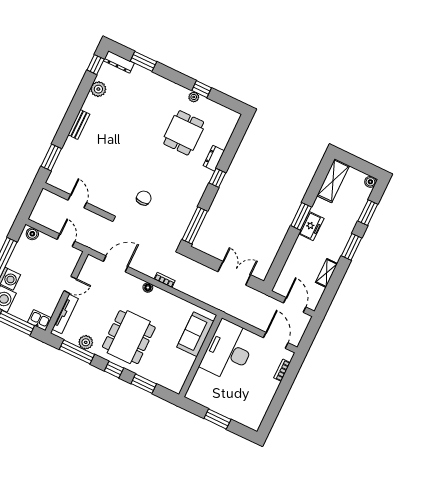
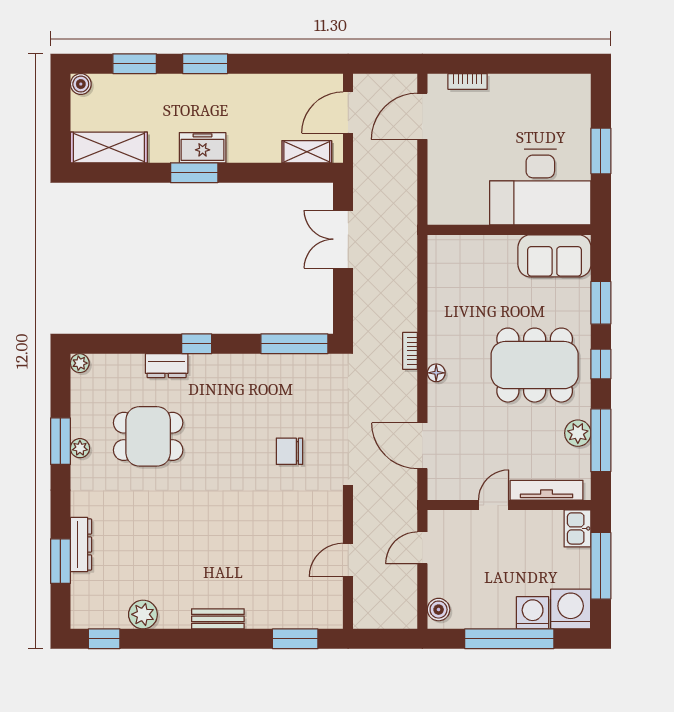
dresser: (119, 62) -> (81, 545), moved
window: (202, 89) -> (60, 441), width x1.50
plant: (235, 117) -> (80, 363), added
shelving: (327, 273) -> (307, 152), moved
door: (70, 285) -> (494, 505), hinge flipped
sofa: (195, 334) -> (554, 256), moved
desk: (228, 351) -> (540, 187), moved

